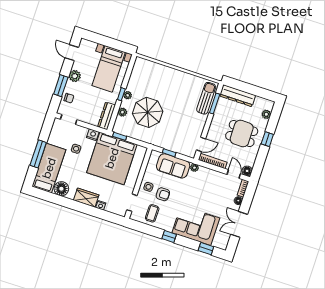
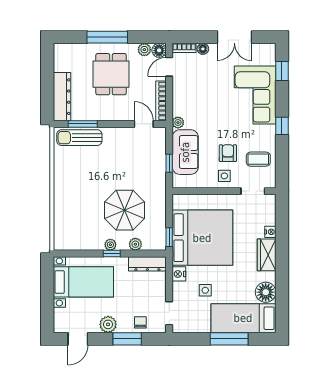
plant: (266, 114) -> (144, 50), moved
window: (267, 139) -> (107, 37), width x2.17

